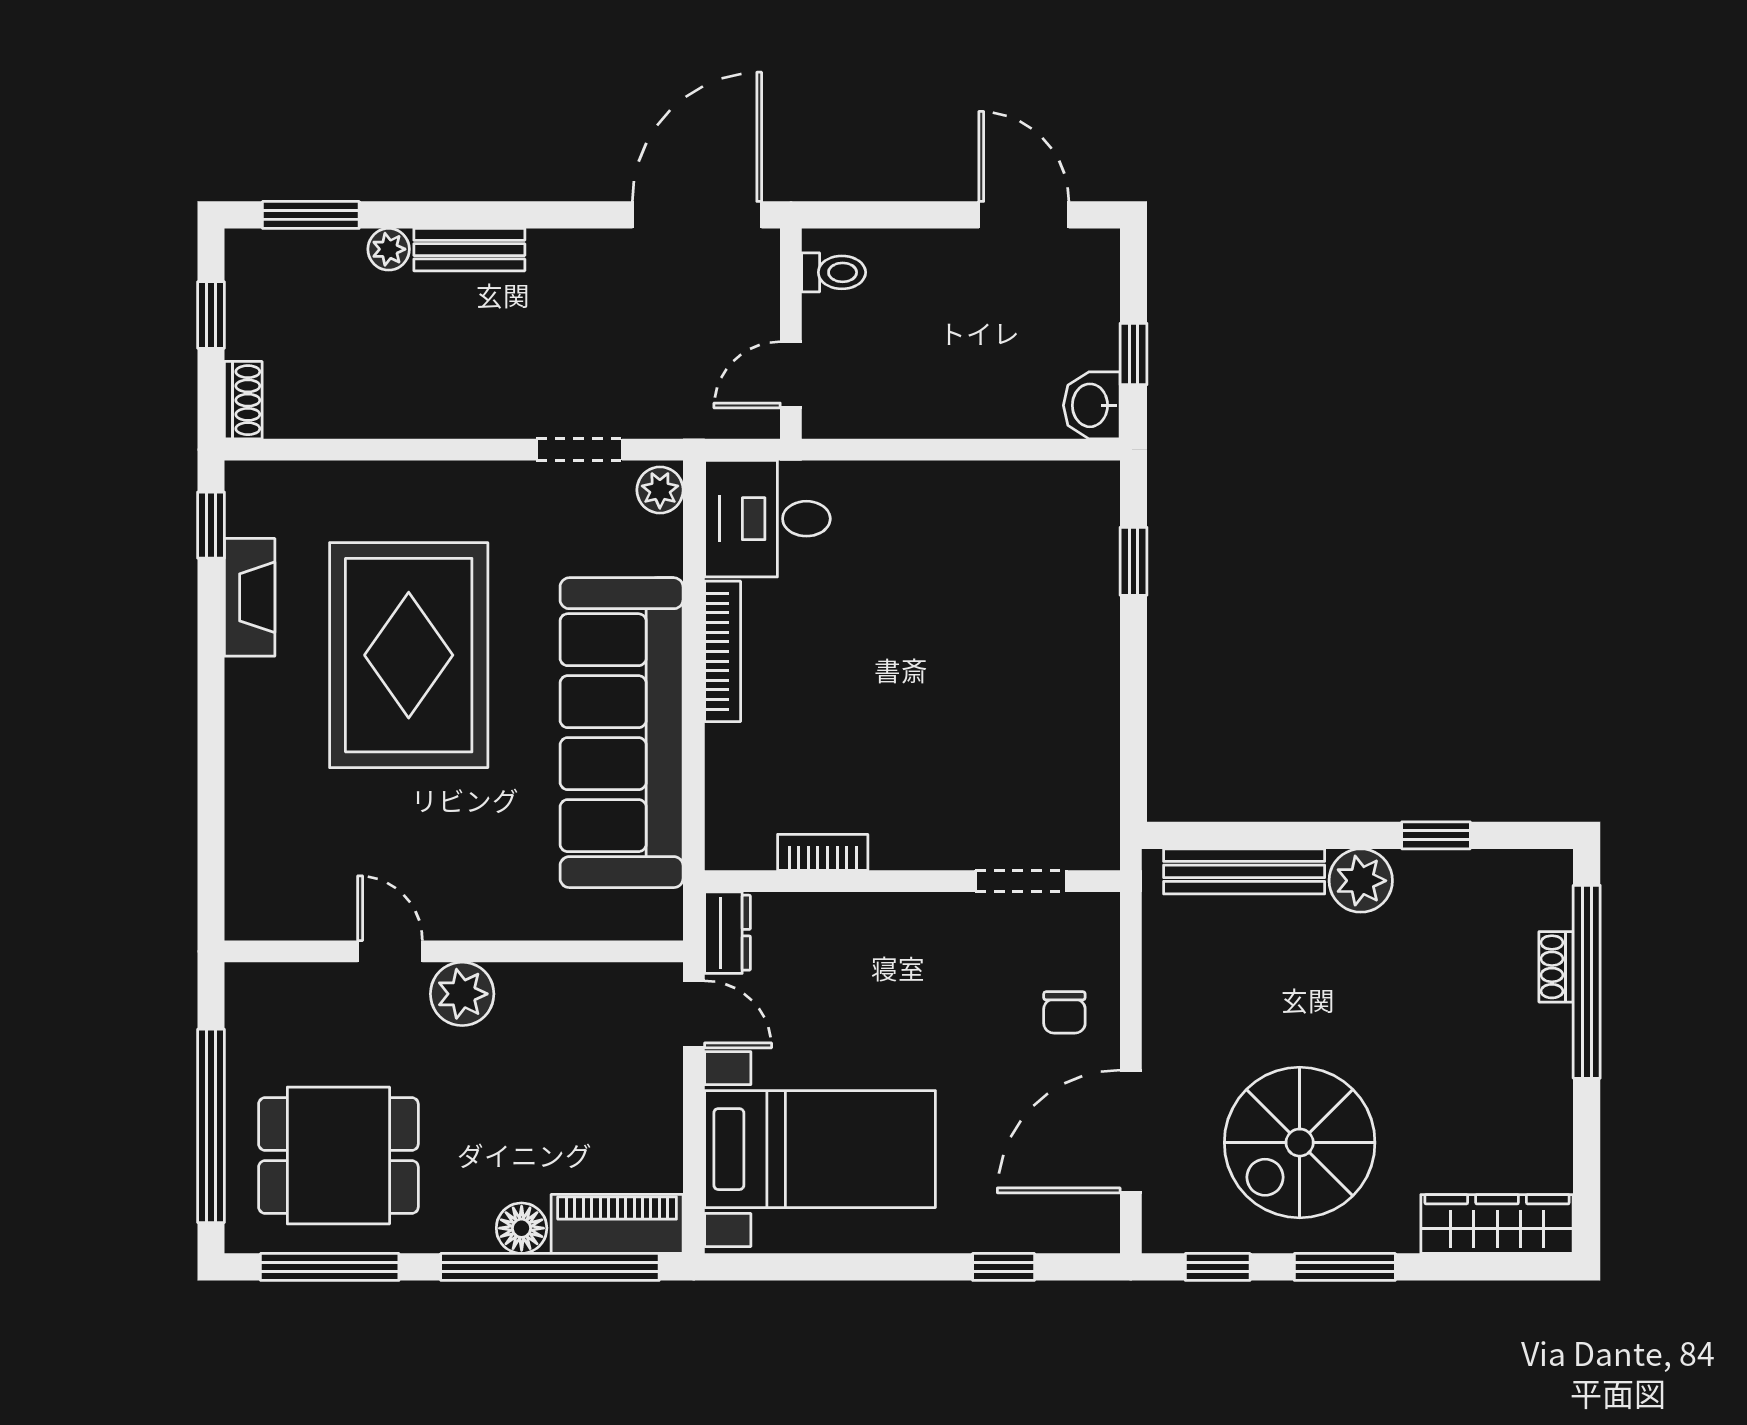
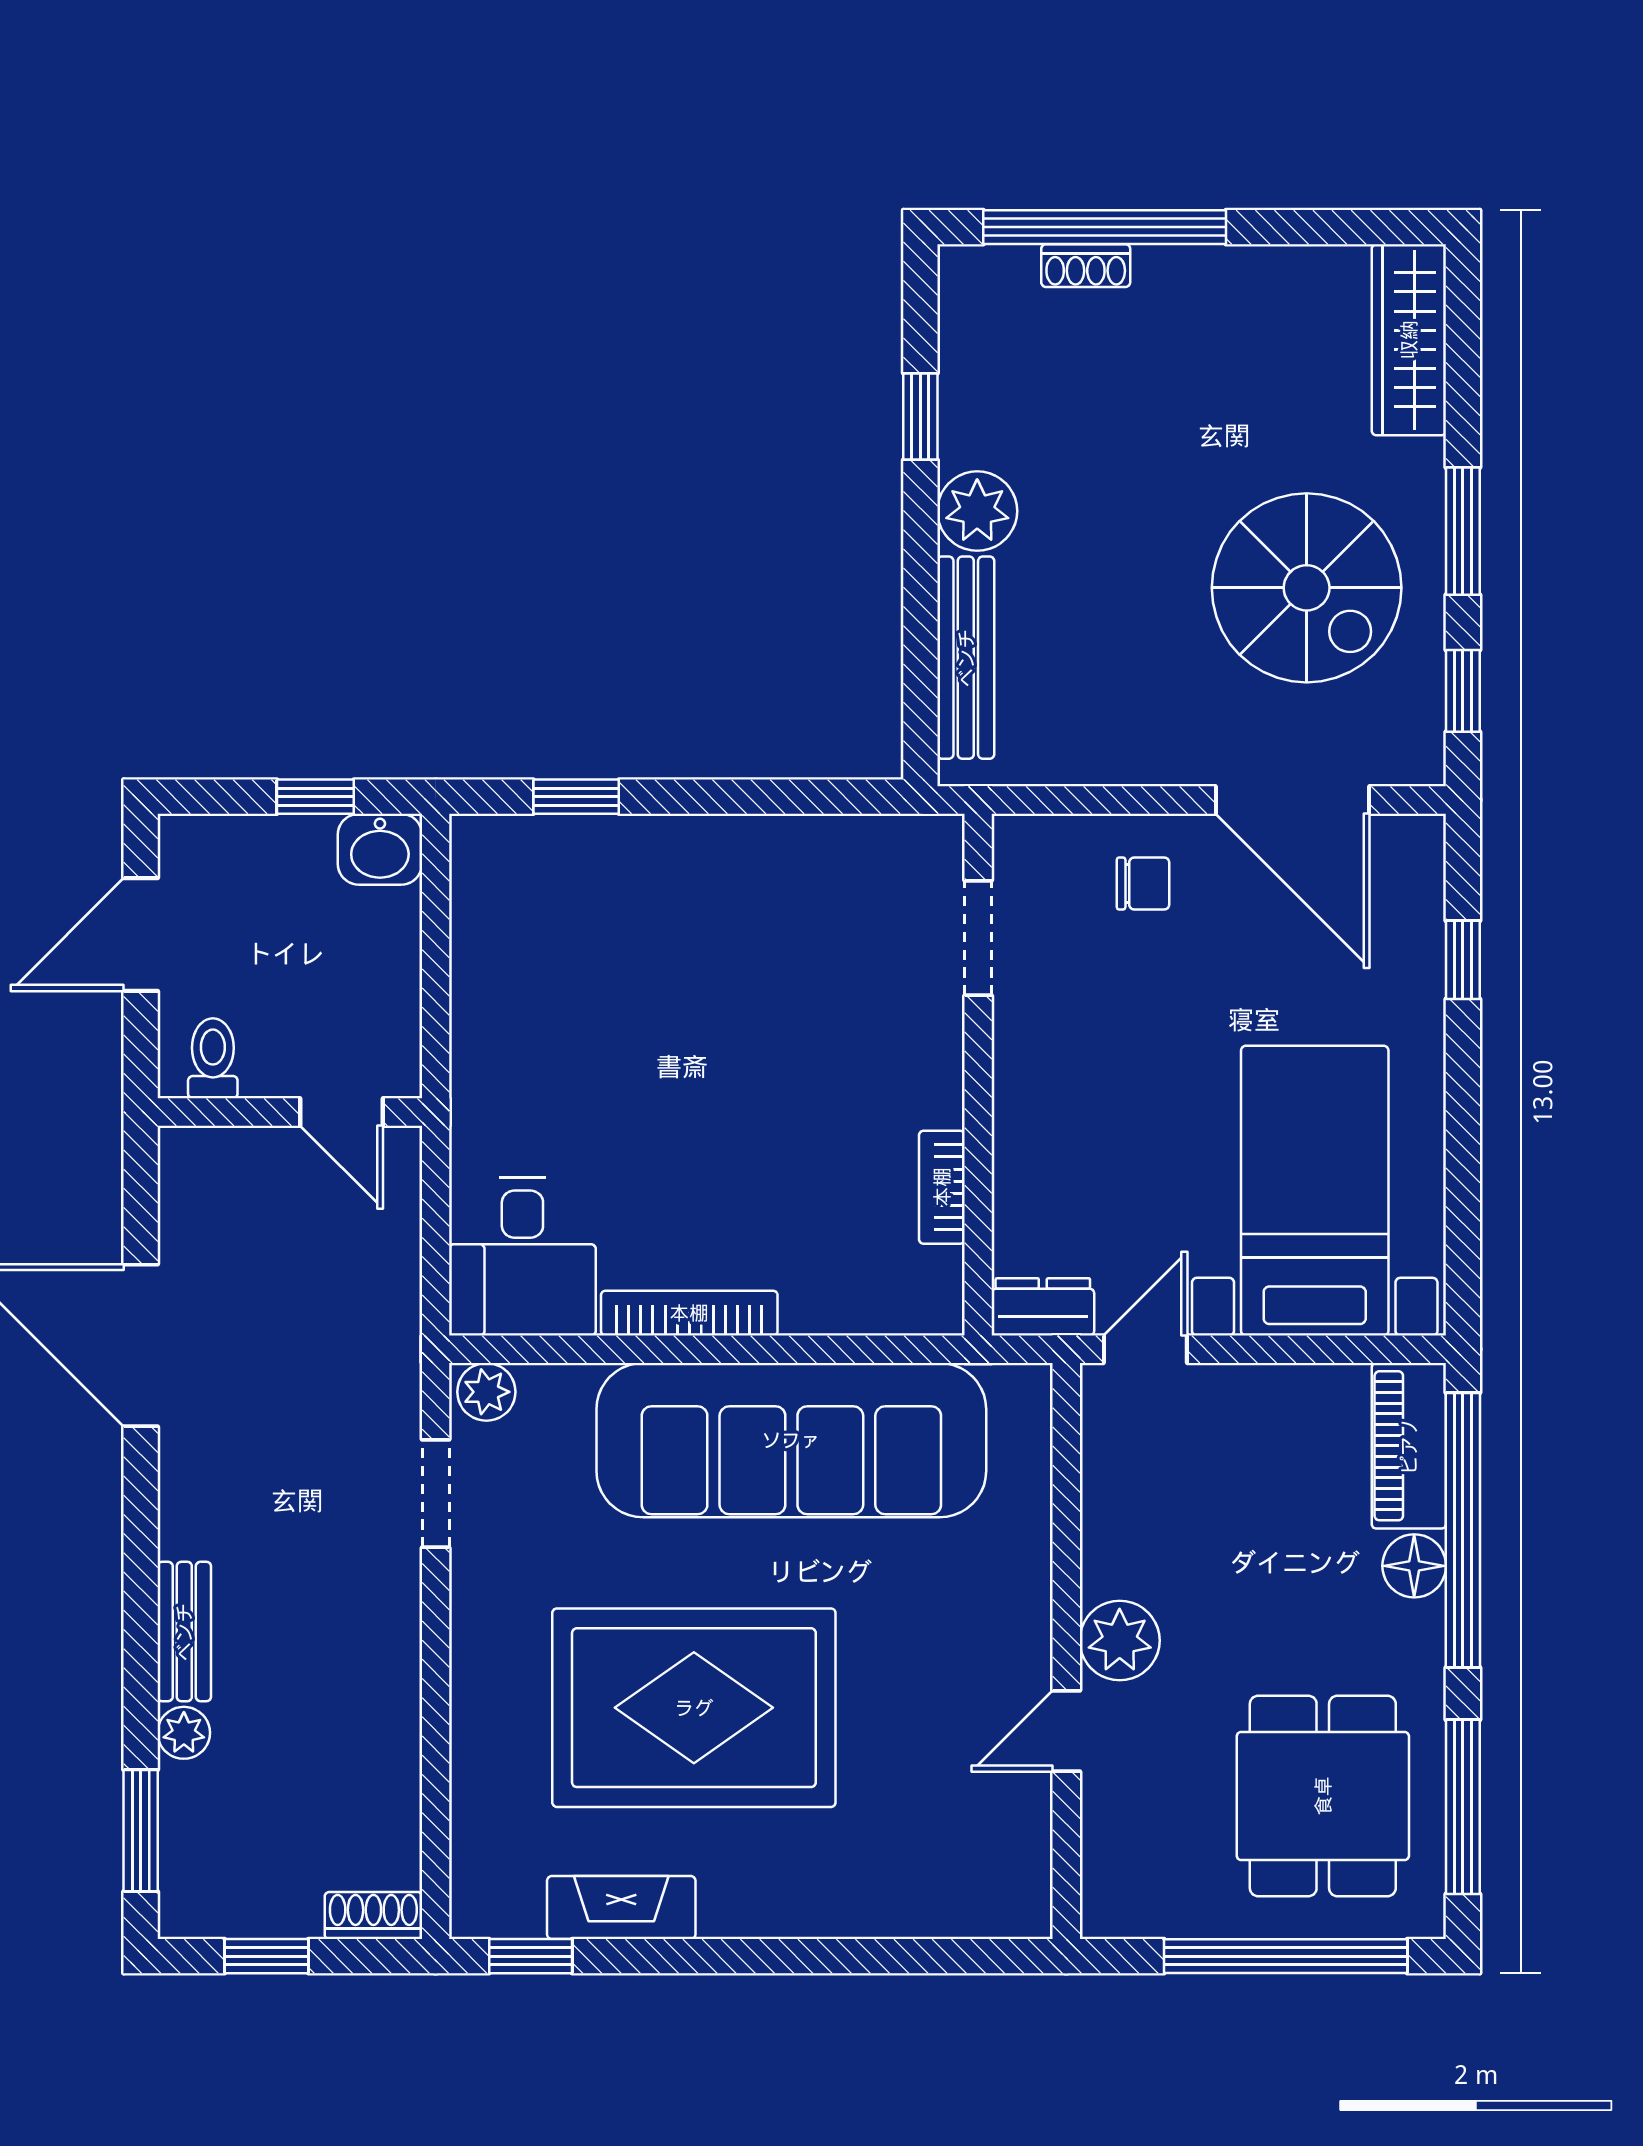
toilet: (834, 272) -> (213, 1058), moved
wall: (791, 334) -> (290, 1112), moved
door: (791, 375) -> (342, 1112), moved

